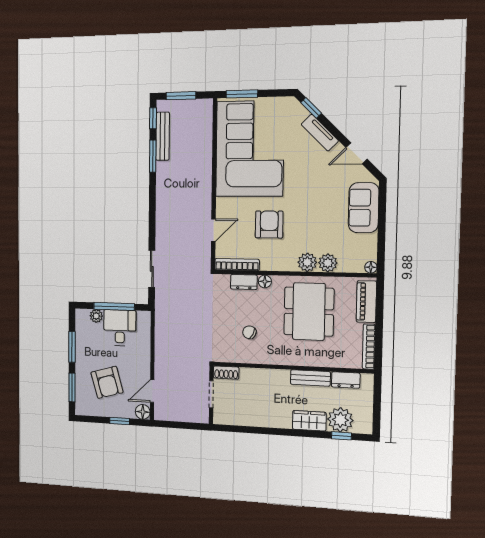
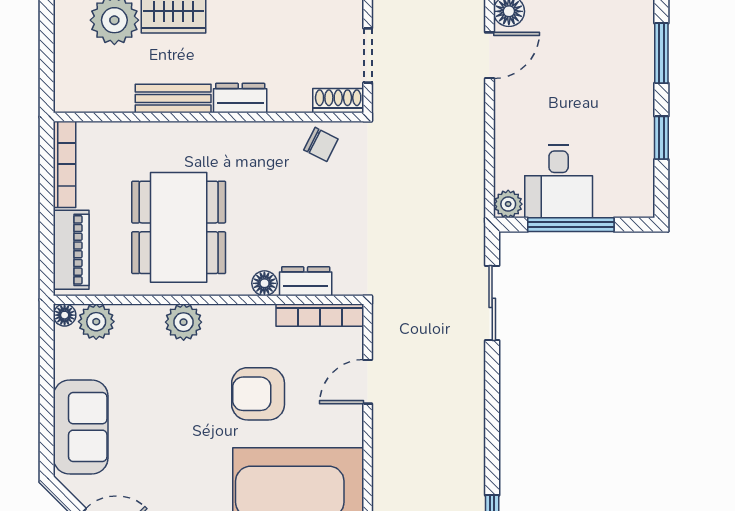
armchair: (269, 224) -> (258, 394), turned 90
plant: (328, 263) -> (96, 322), moved
plant: (96, 316) -> (508, 204), moved
chair: (249, 332) -> (321, 144), moved
window: (72, 347) -> (661, 138), width x0.67
dresser: (346, 380) -> (240, 98), moved
armchair: (107, 382) -> (585, 68), removed

